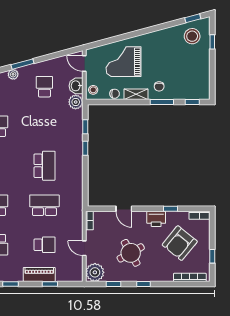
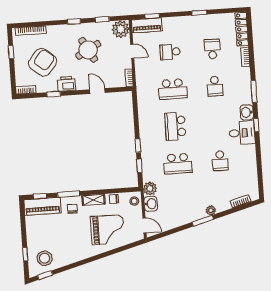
school desk: (44, 87) -> (178, 164), moved, width x1.85
piano: (190, 91) -> (42, 206), added
piano: (39, 274) -> (147, 25), moved
window: (50, 284) -> (152, 16), moved

